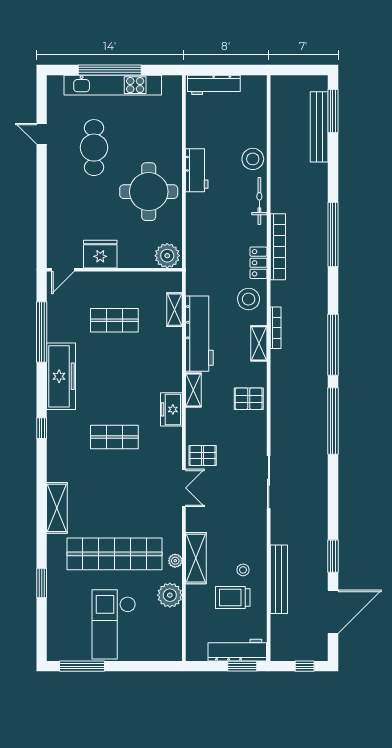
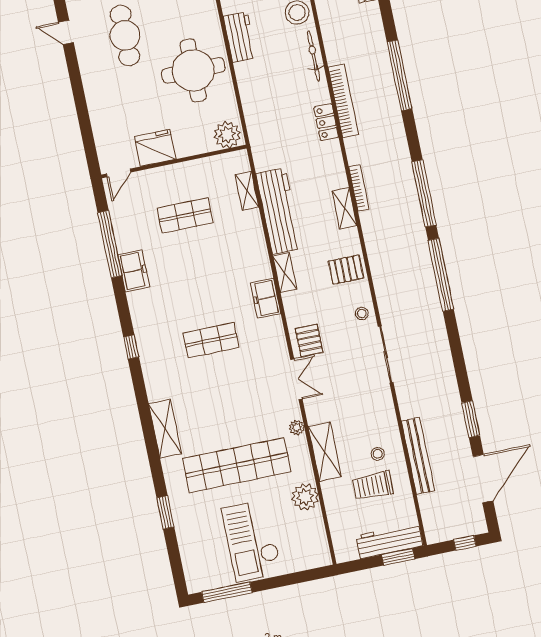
stool: (249, 299) -> (362, 314), moved, width x0.53, depth x0.53
freezer: (61, 376) -> (134, 271), width x0.52, depth x0.79
pallet: (203, 455) -> (309, 340), turned 90
plant: (175, 561) -> (297, 428), moved

